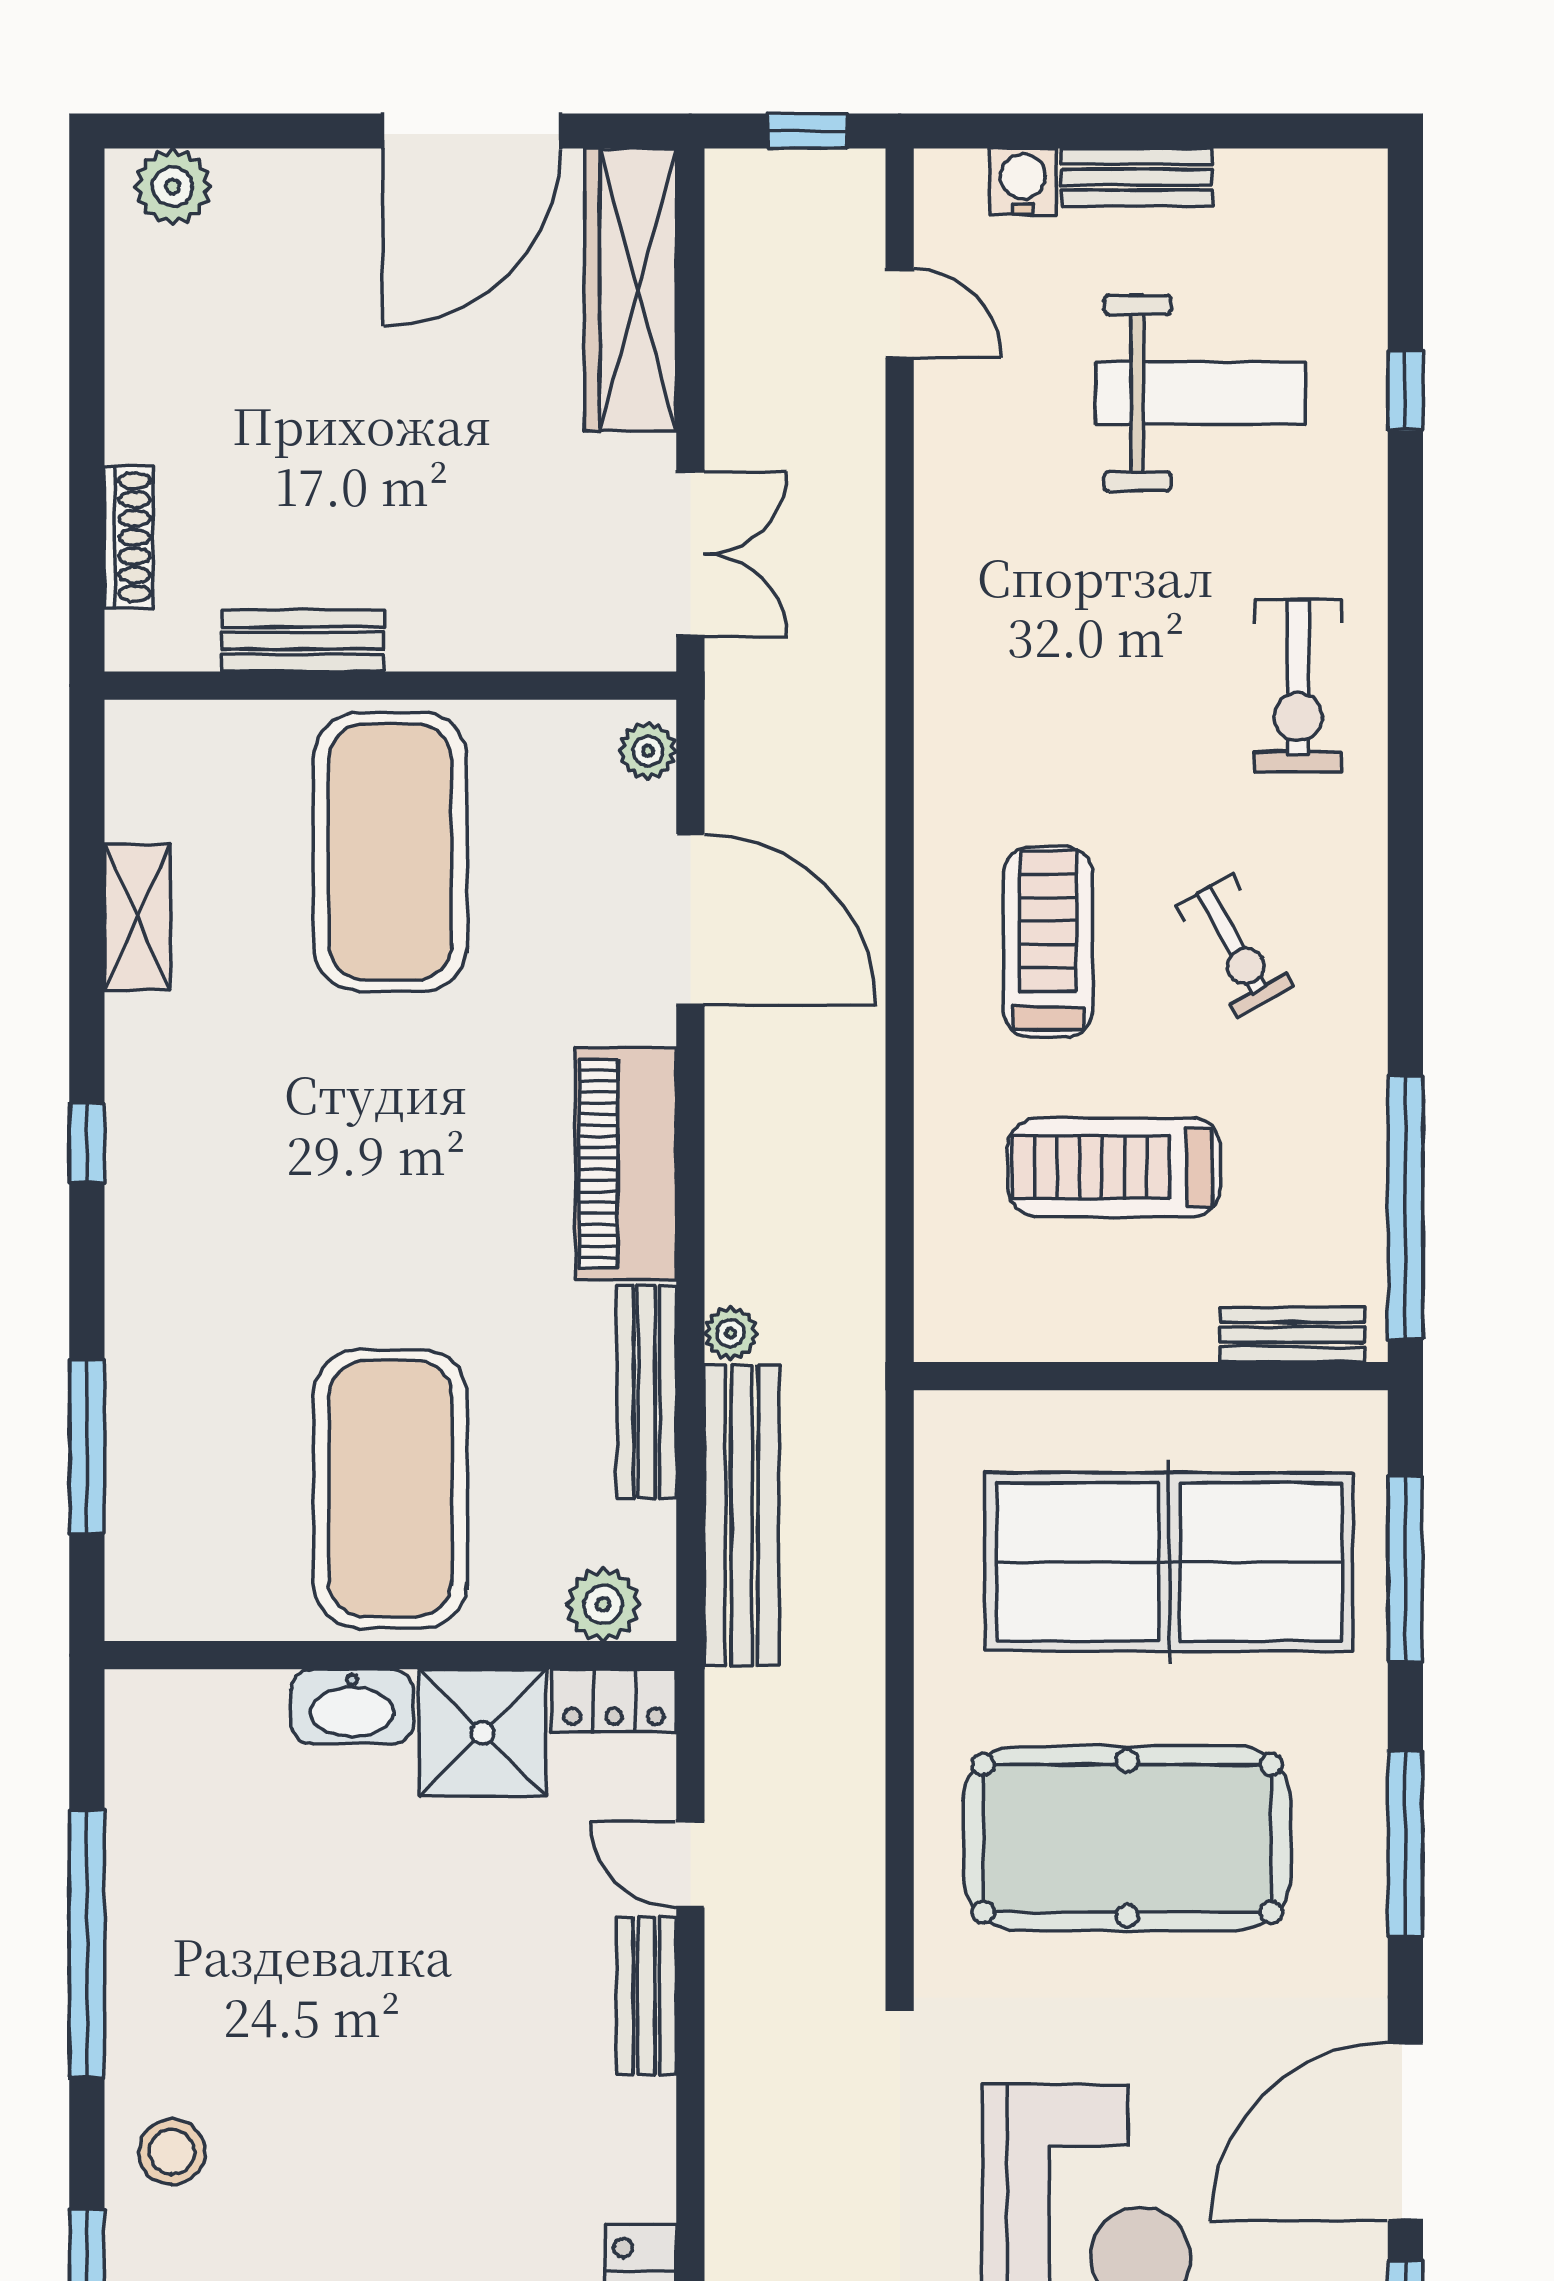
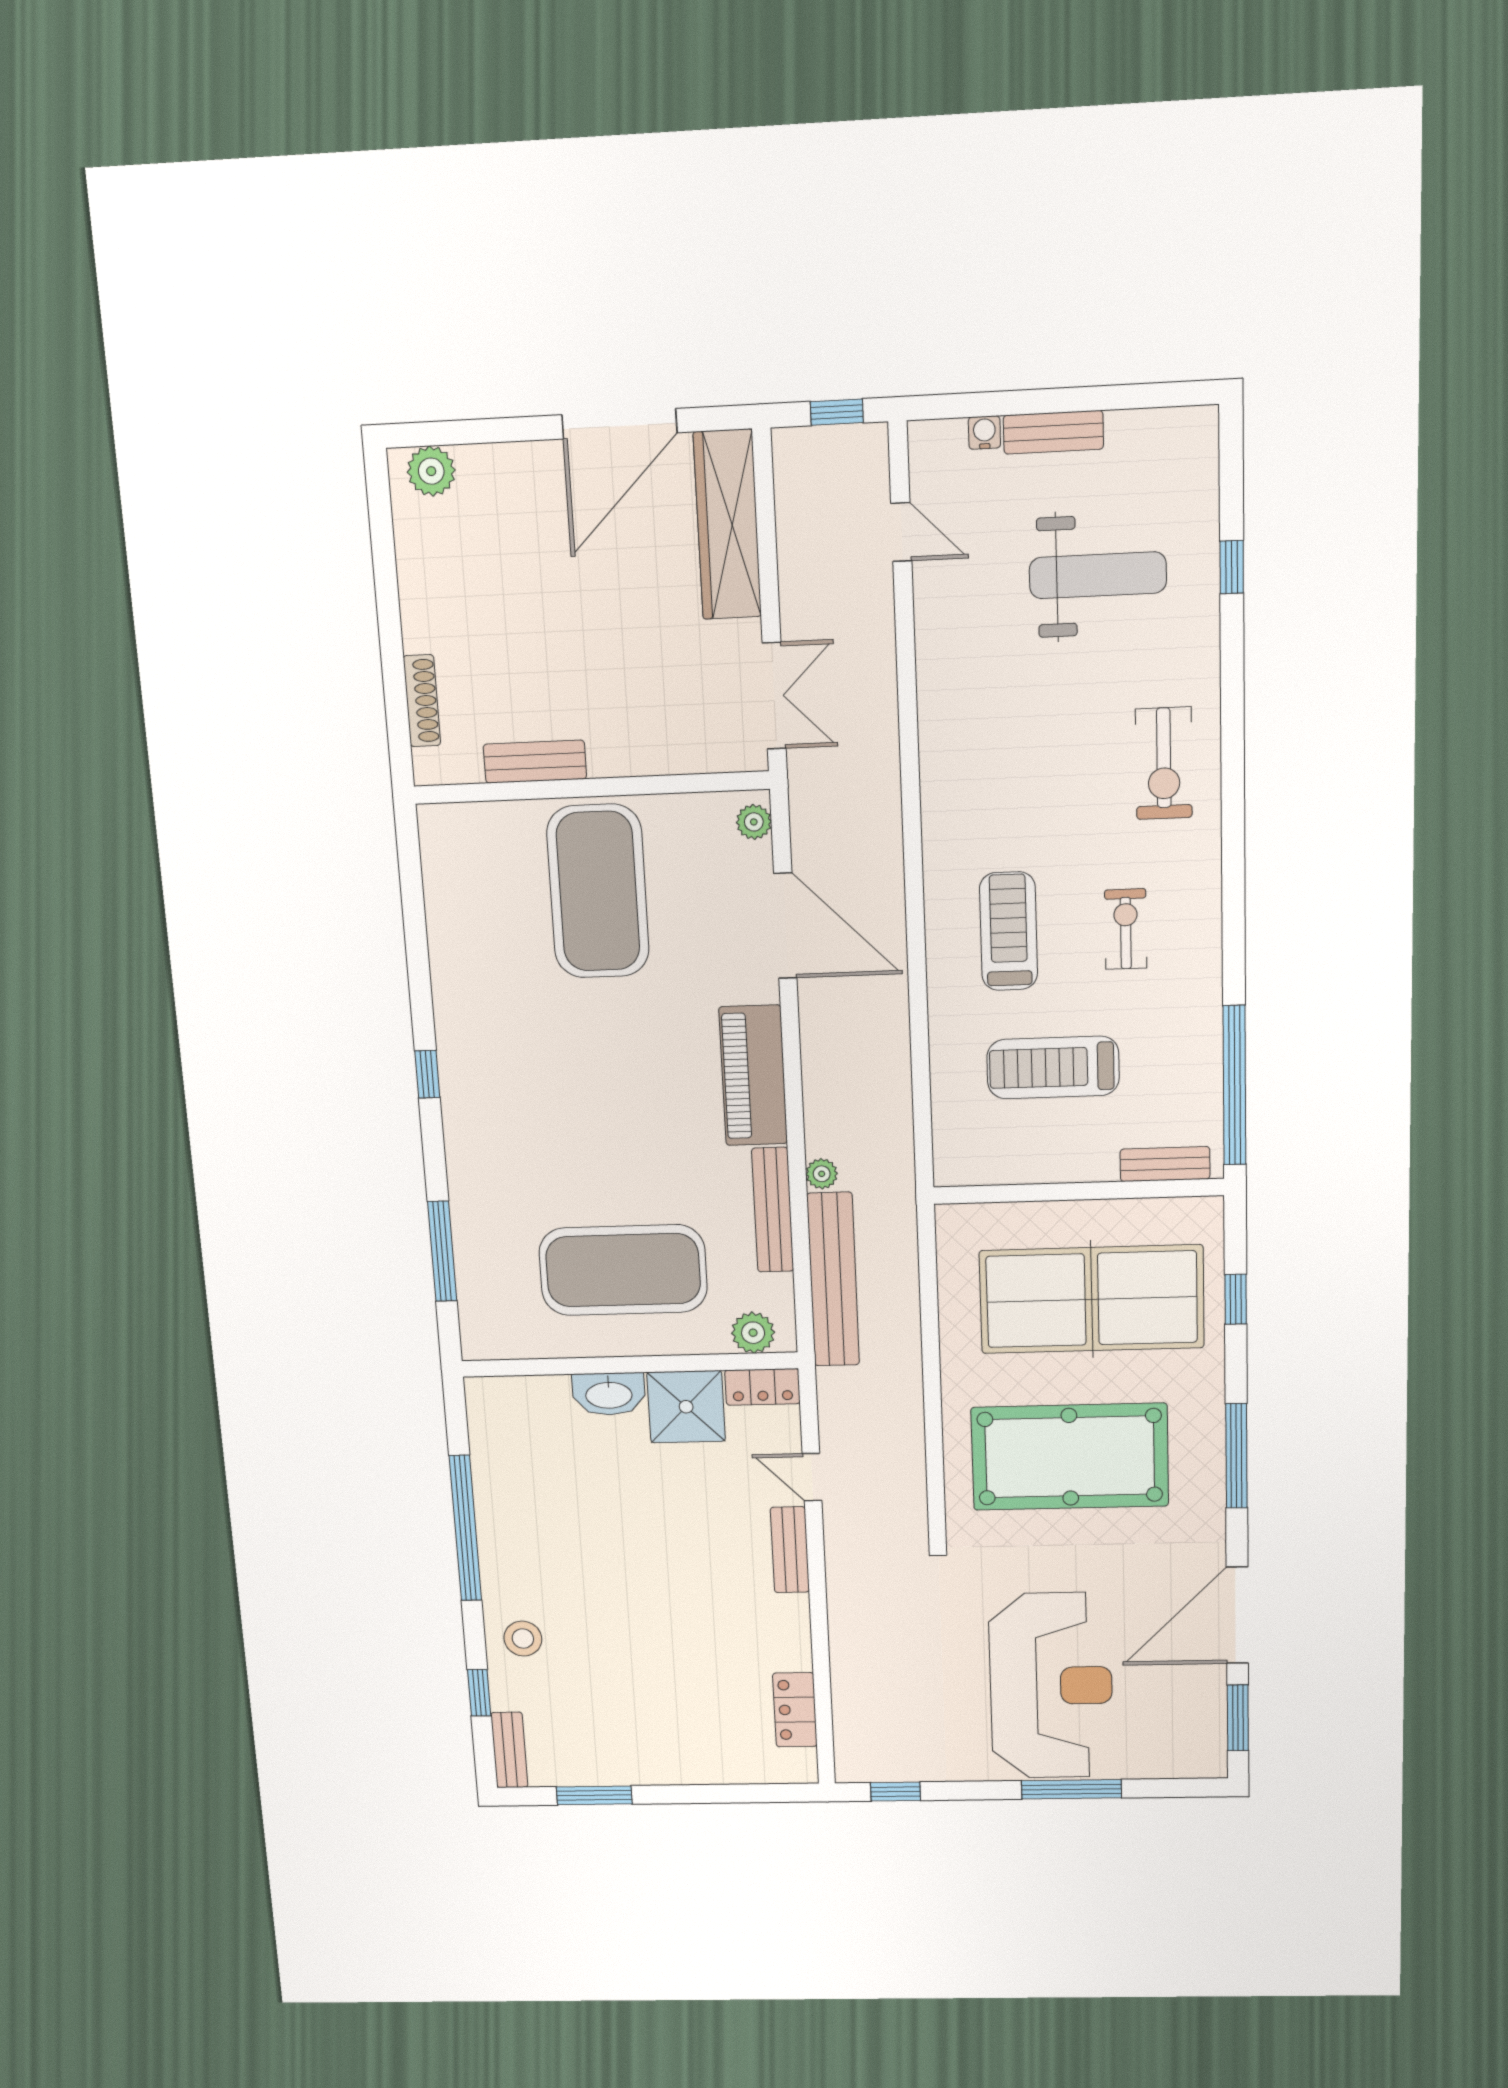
water cooler: (1023, 181) -> (984, 433), width x0.72, depth x0.72
shelving: (137, 917) -> (446, 937), removed
exercise bike: (1235, 946) -> (1126, 929), turned -151
exercise mat: (390, 1489) -> (623, 1270), turned 90
window: (1405, 1569) -> (1236, 1299), width x0.46

